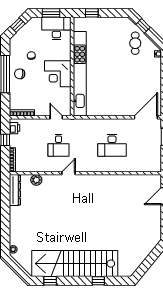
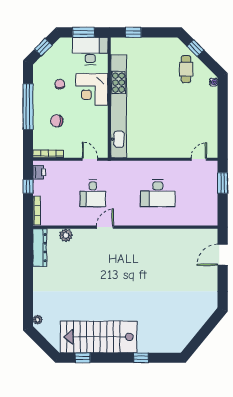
chair: (20, 74) -> (57, 121), moved
corner desk: (58, 74) -> (92, 89), moved
door: (146, 117) -> (199, 159), width x0.53
stairs: (75, 264) -> (99, 337), width x0.73

